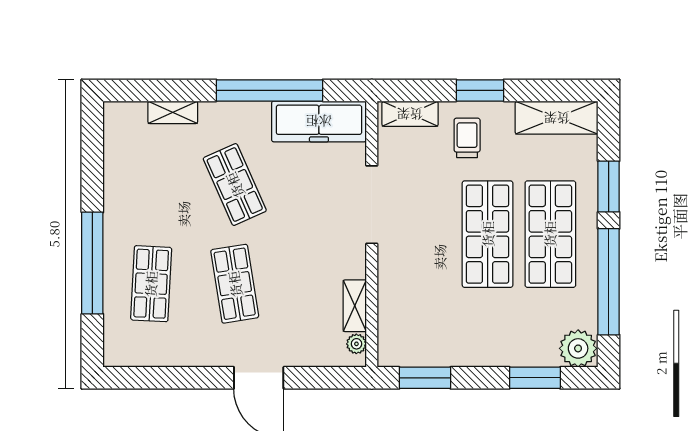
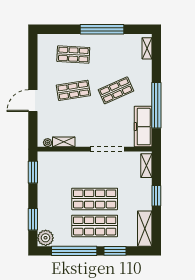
shelving: (173, 112) -> (147, 48), moved
trolley: (467, 138) -> (136, 190), removed
window: (92, 263) -> (102, 29), moved

